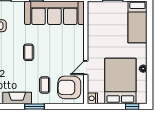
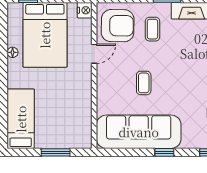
coffee table: (29, 52) -> (144, 83), moved

